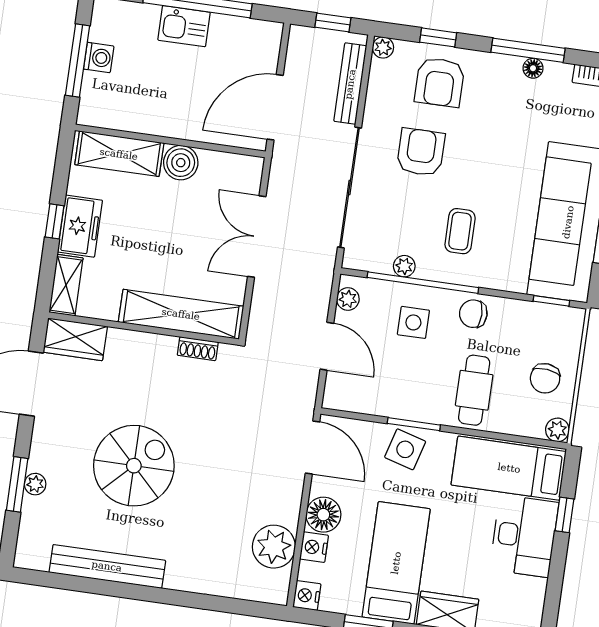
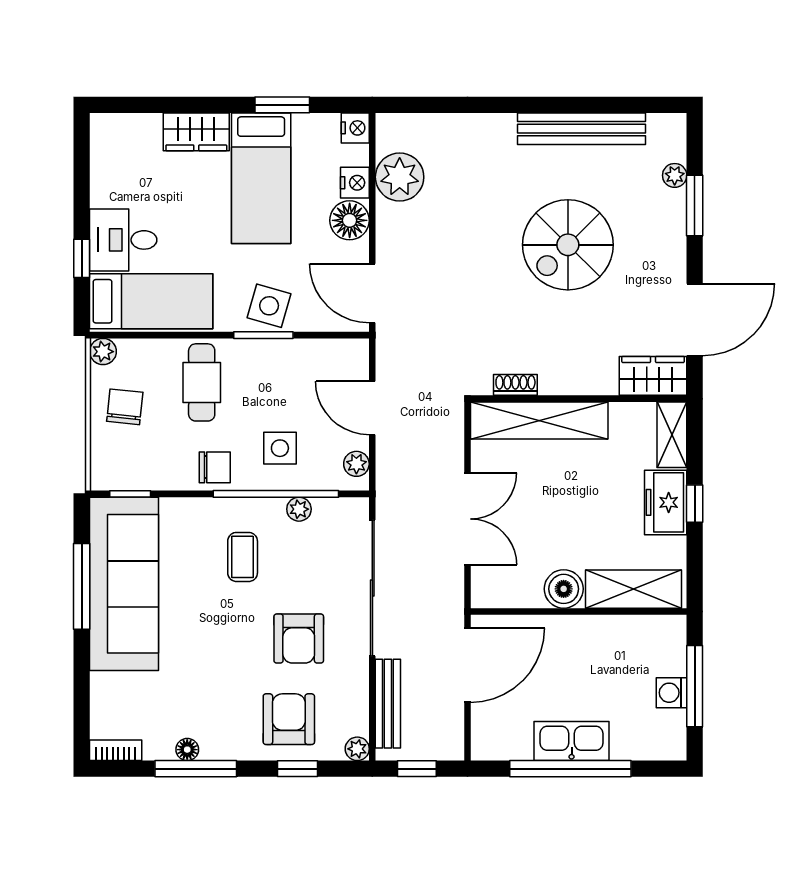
kitchen sink: (184, 26) -> (572, 741), width x1.38
plant: (35, 484) -> (675, 175), moved
desk: (524, 536) -> (123, 240), width x0.73

